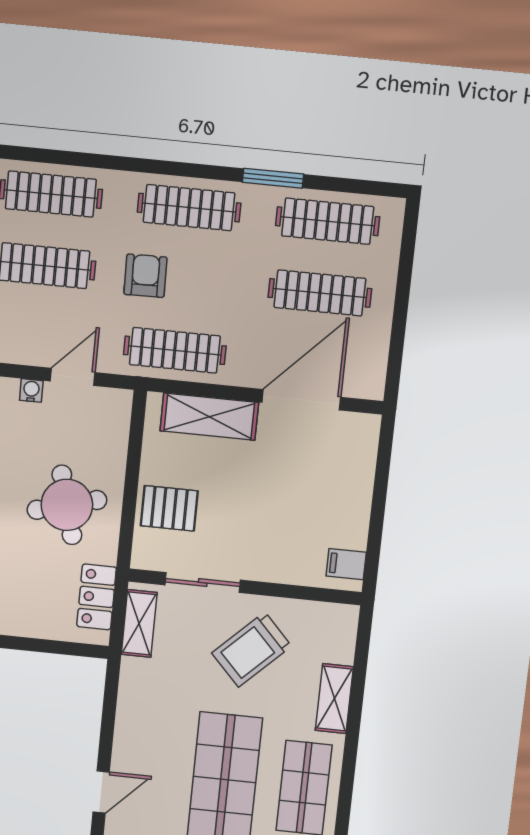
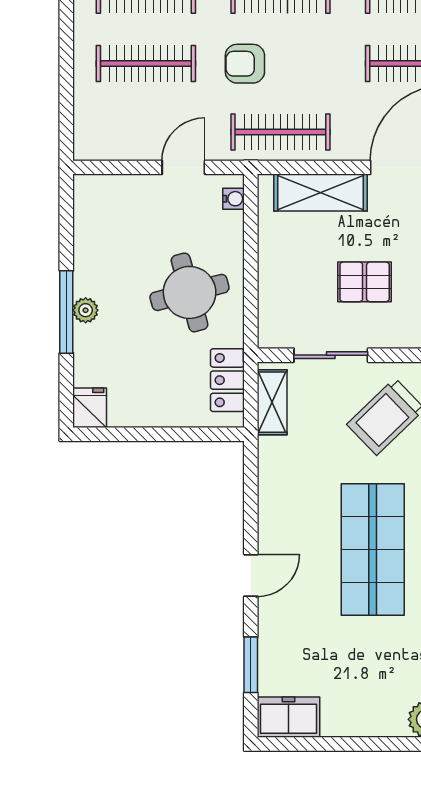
armchair: (145, 276) -> (245, 64), turned -89
water cooler: (31, 390) -> (234, 199), moved, turned 90
pallet: (169, 508) -> (365, 282), moved

